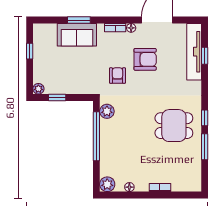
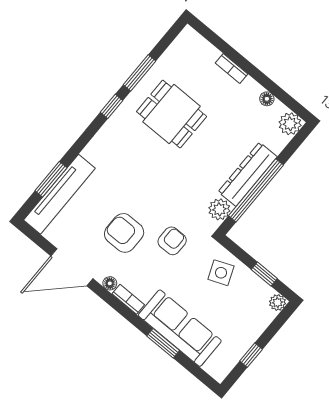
sofa: (77, 35) -> (180, 328), width x1.36
window: (205, 56) -> (51, 179), width x1.50
armchair: (117, 76) -> (172, 241), turned 180
side table: (79, 80) -> (221, 273), added
dining table: (174, 126) -> (172, 114), moved
dresser: (107, 141) -> (248, 174), added

